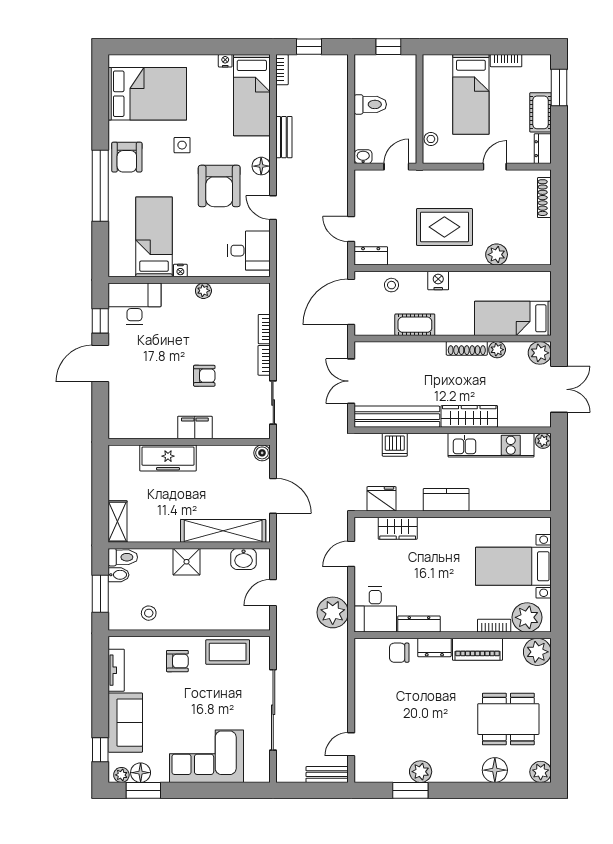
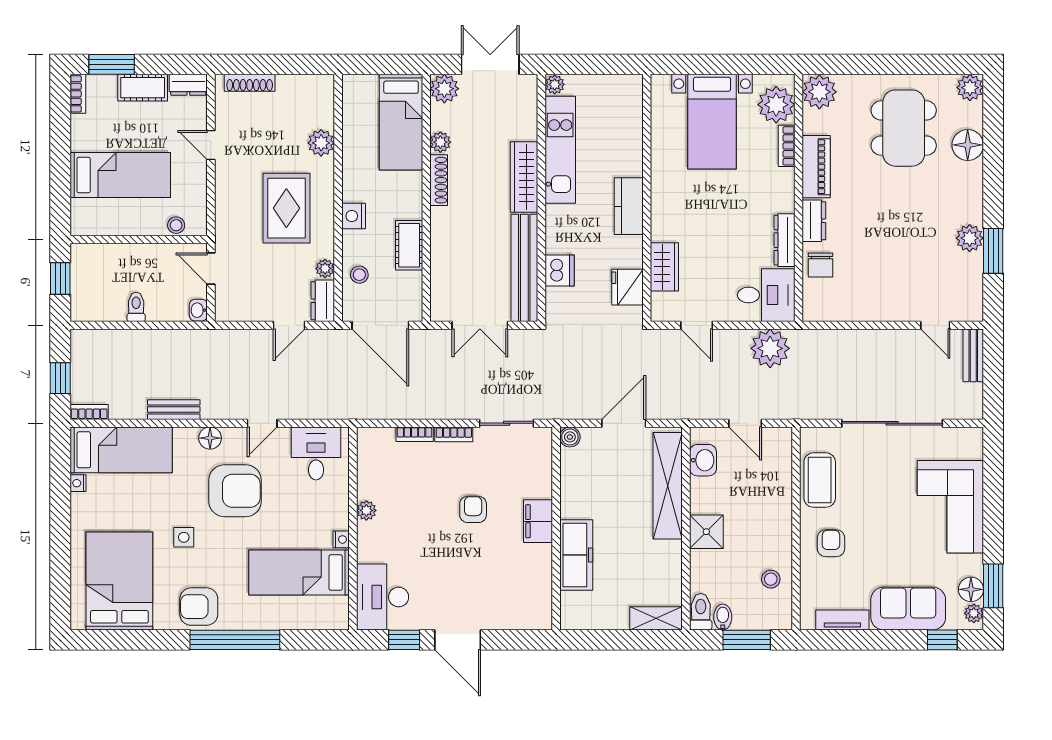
bookcase: (506, 61) -> (78, 94), moved
toilet: (370, 104) -> (136, 307), width x0.73, depth x0.72
armchair: (127, 157) -> (199, 607), turned 180
plant: (396, 258) -> (325, 268), added

